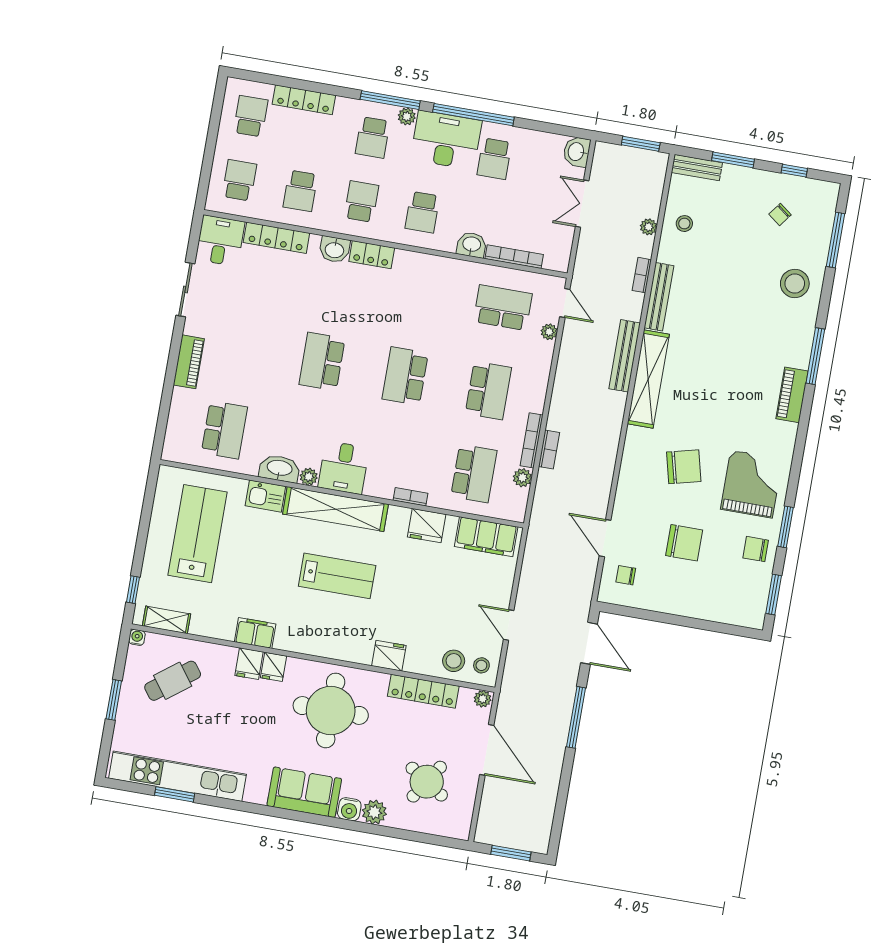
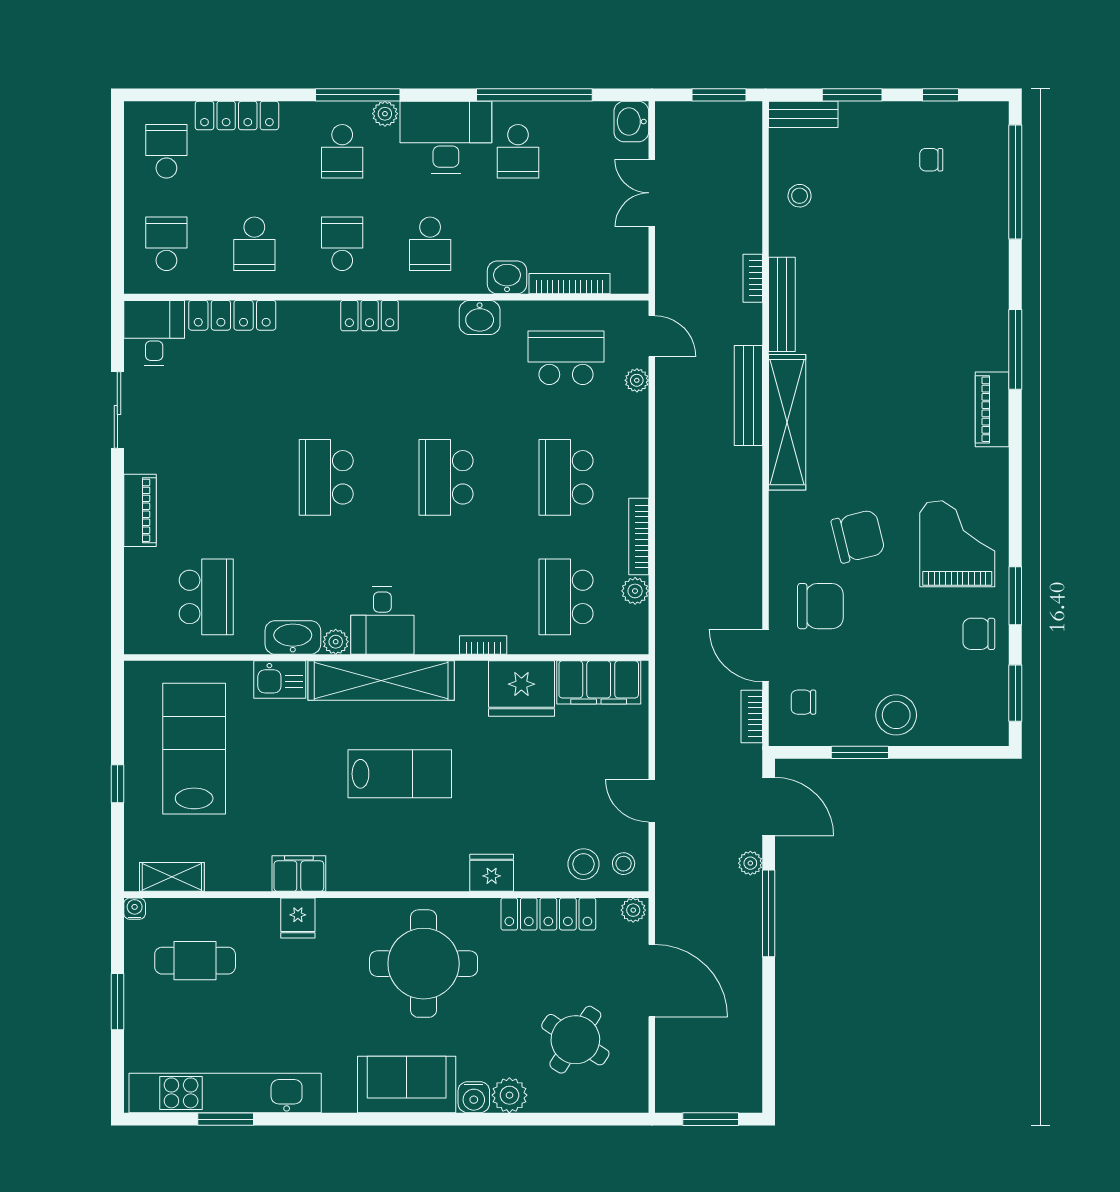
window: (473, 115) -> (534, 95), moved
chair: (780, 214) -> (931, 160), turned 53
plant: (649, 227) -> (750, 863), moved
window: (836, 240) -> (1015, 182), width x1.46
washbasin: (335, 249) -> (480, 318), moved
stool: (795, 283) -> (896, 715), moved
school desk: (488, 391) -> (566, 477), turned 180
bookcase: (549, 449) -> (752, 716), moved, turned 180
school desk: (474, 473) -> (566, 597), turned 180
fridge: (427, 526) -> (521, 689), width x1.36, depth x1.34
chair: (684, 543) -> (820, 606), moved
window: (133, 590) -> (117, 784), moved
window: (659, 617) -> (860, 752), added
fridge: (274, 667) -> (333, 916), removed
cafe table: (173, 681) -> (195, 961), turned 37

